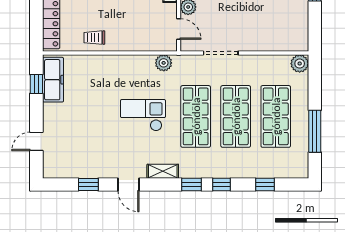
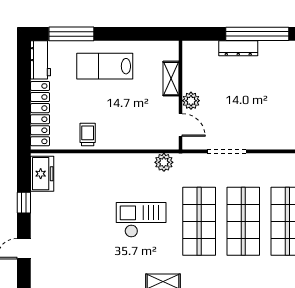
trolley: (94, 38) -> (88, 134), turned 90
freezer: (53, 80) -> (42, 174), width x0.71
window: (36, 84) -> (24, 203), moved

